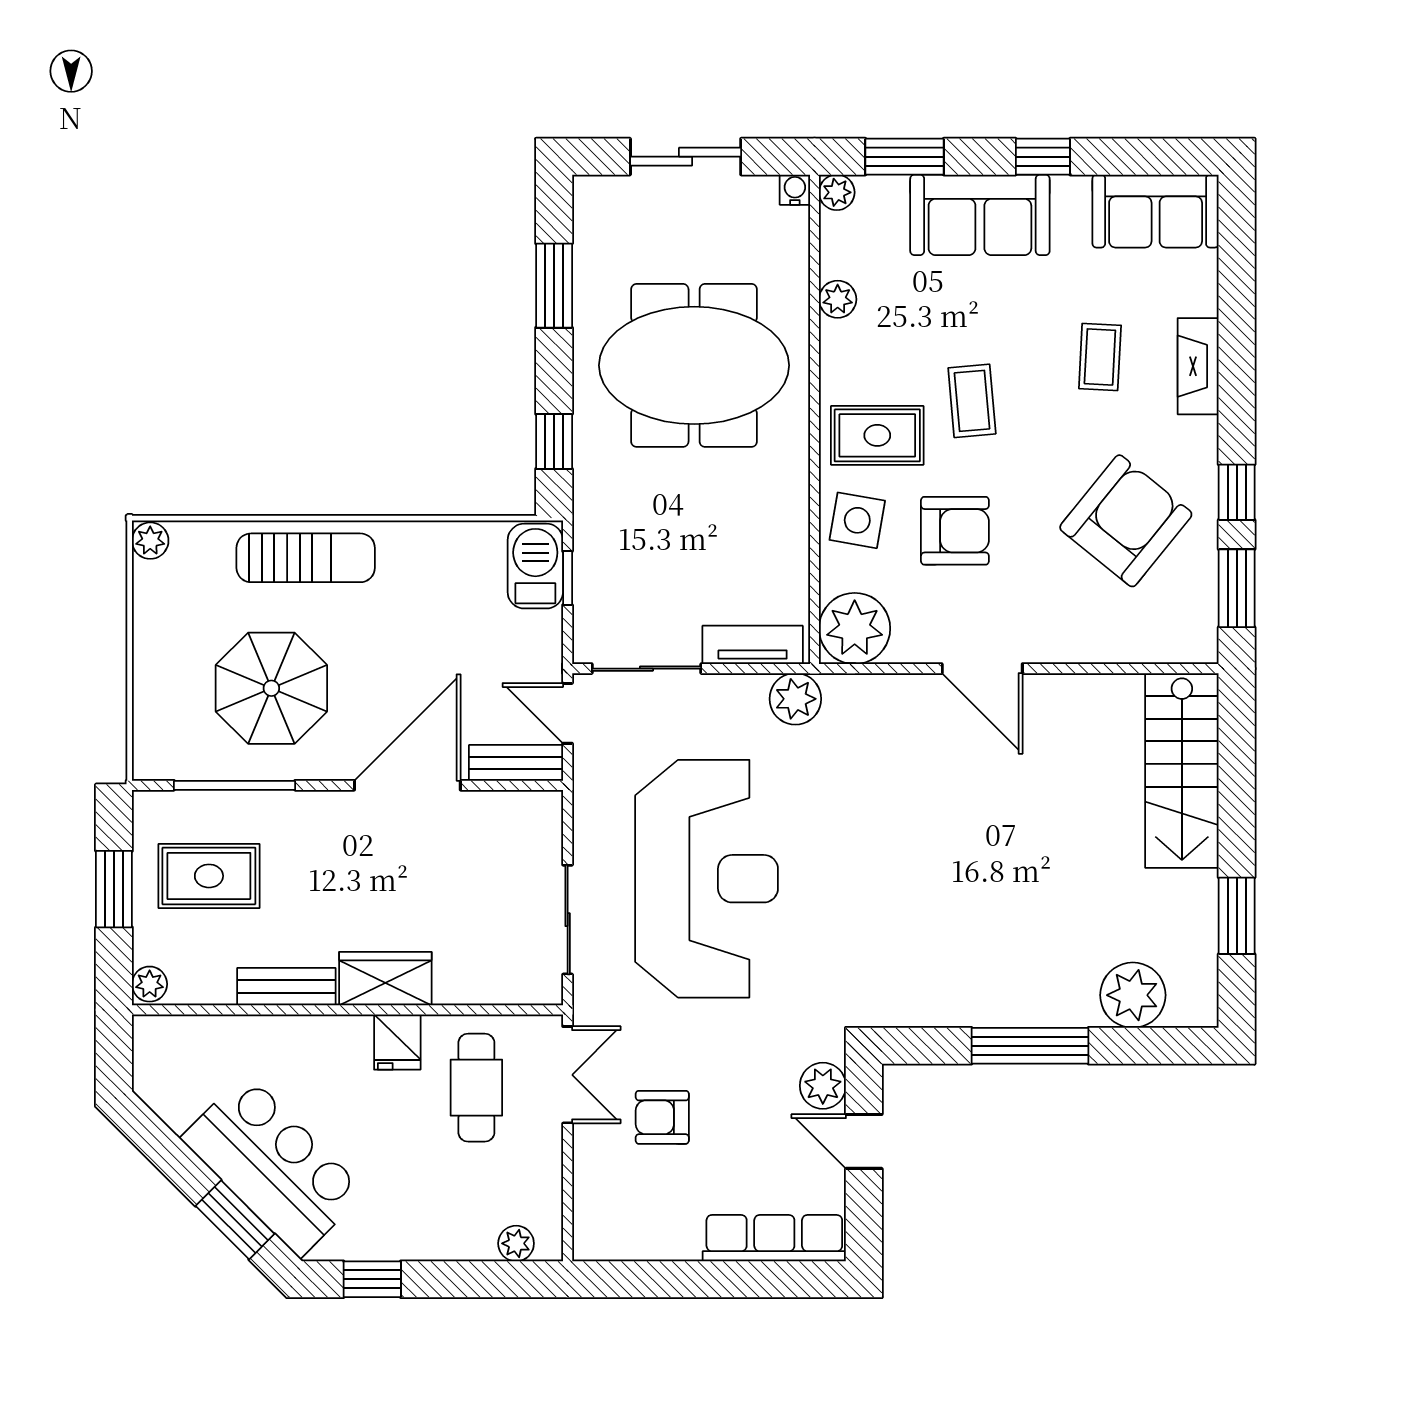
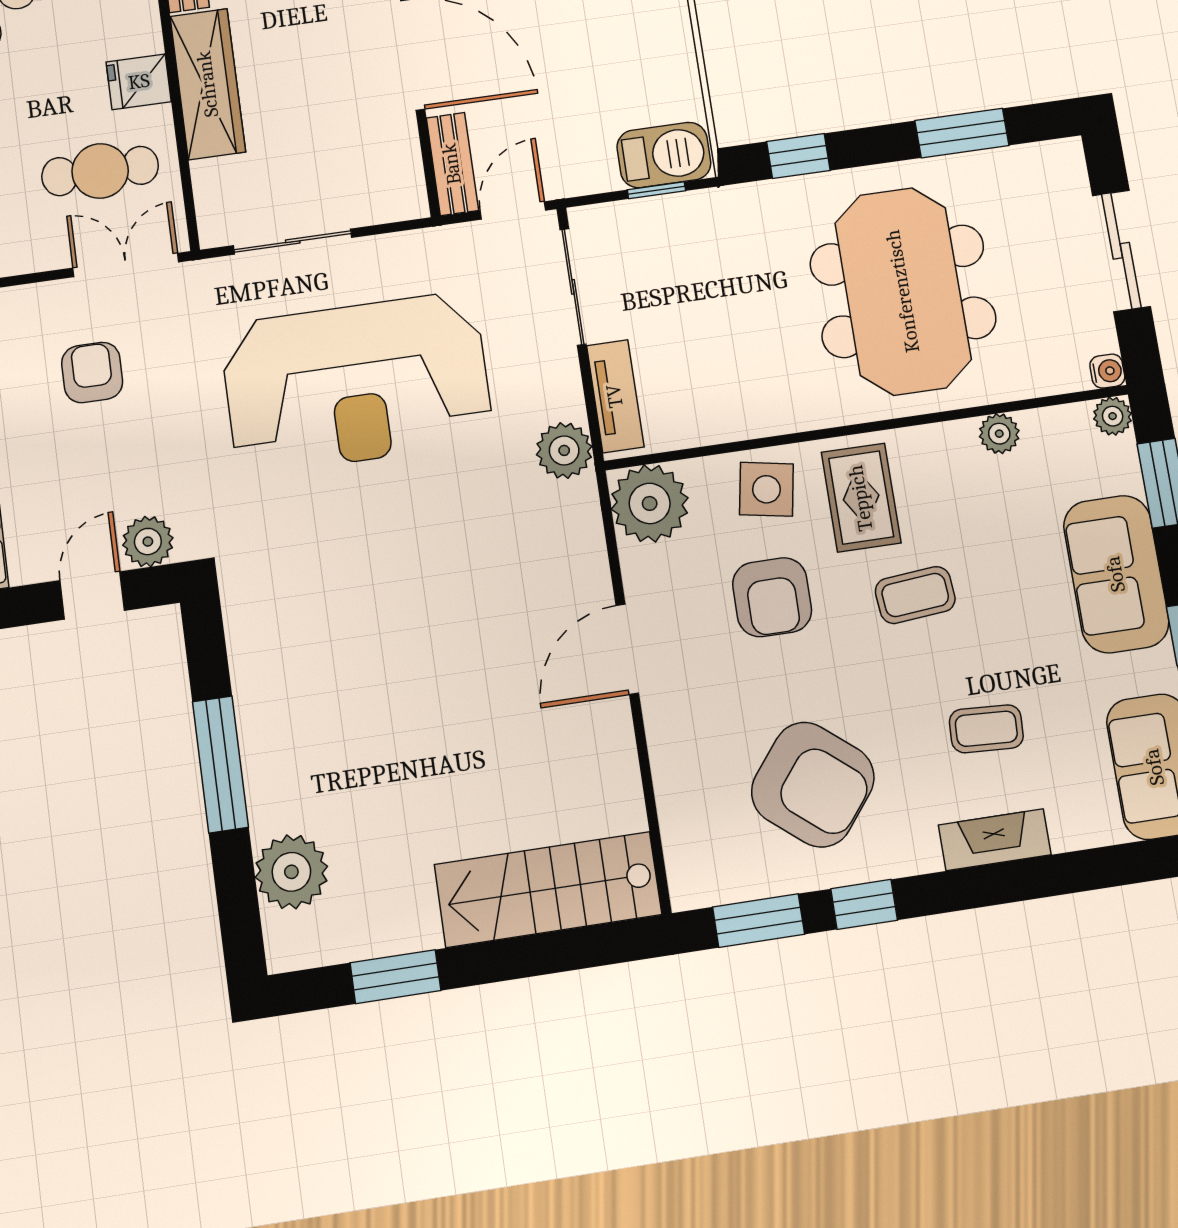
wardrobe: (385, 979) -> (208, 84), width x1.50
double door: (568, 1075) -> (126, 265), swing flipped

